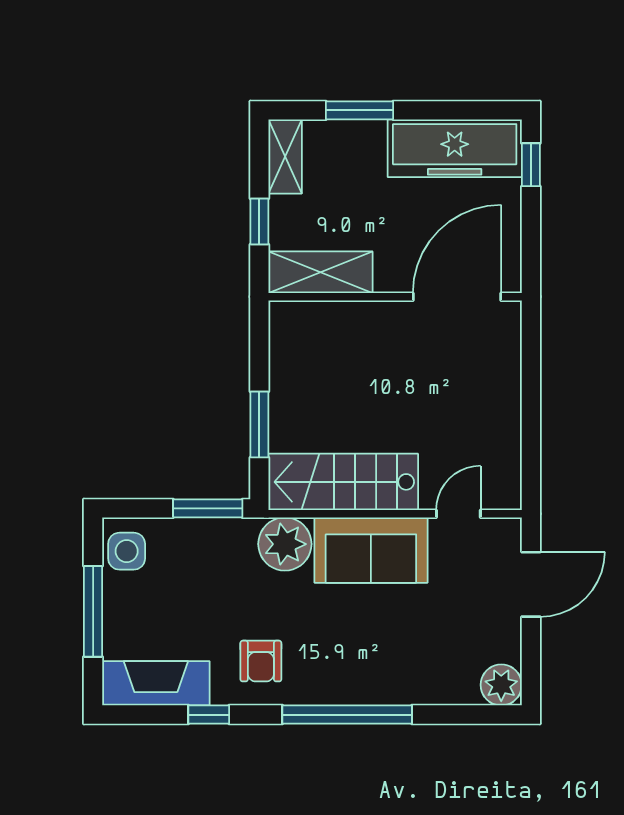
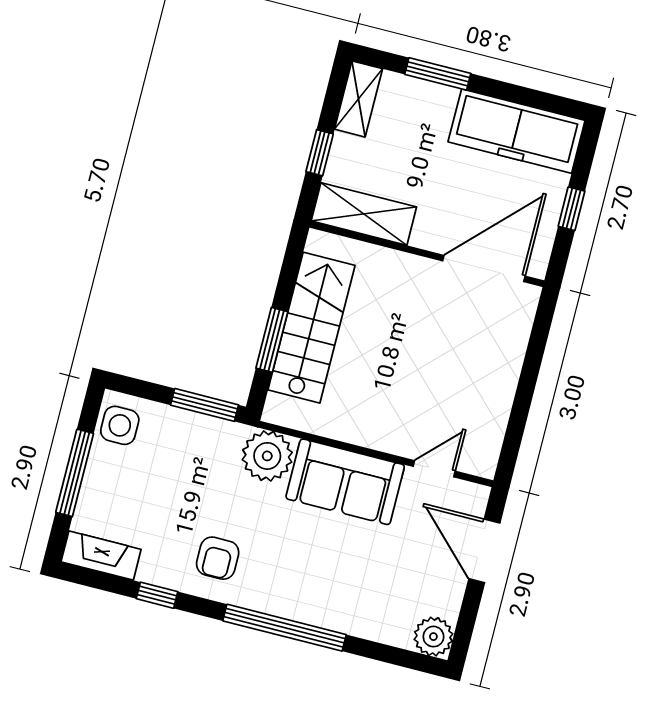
window: (531, 165) -> (572, 209), moved
stairs: (343, 482) -> (312, 328), moved, turned 90
door: (531, 584) -> (484, 551), swing flipped
fireplace: (156, 683) -> (101, 556), width x0.73, depth x0.76

